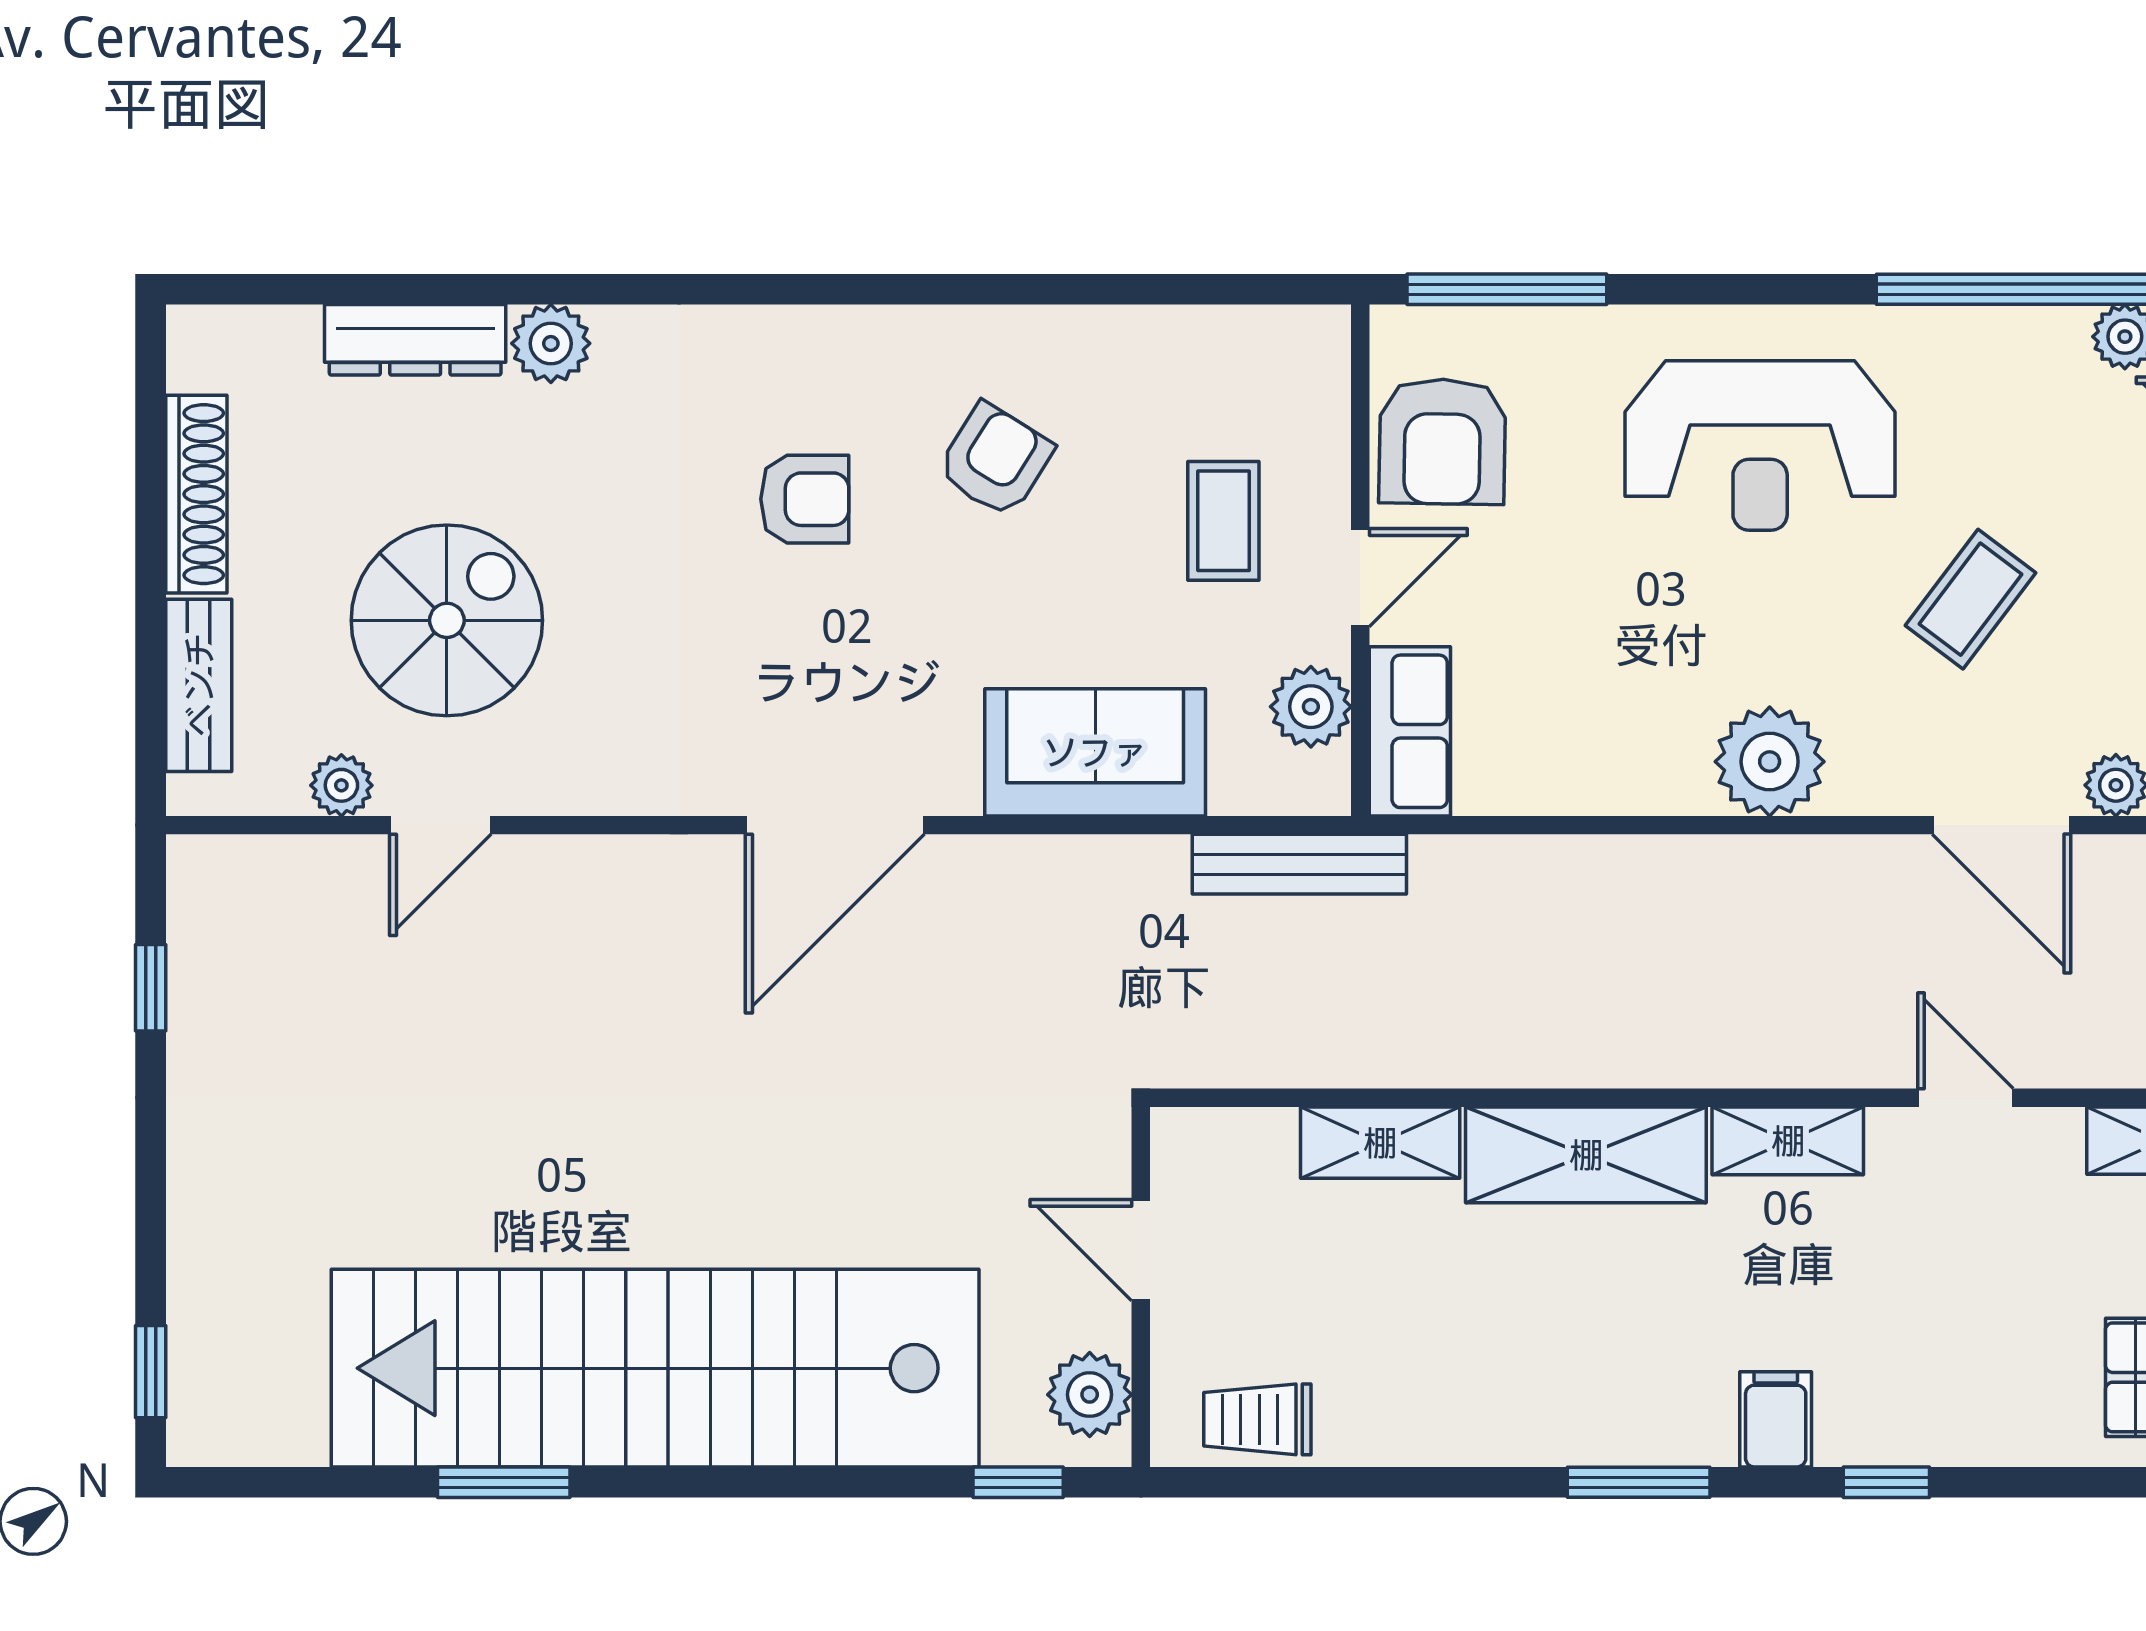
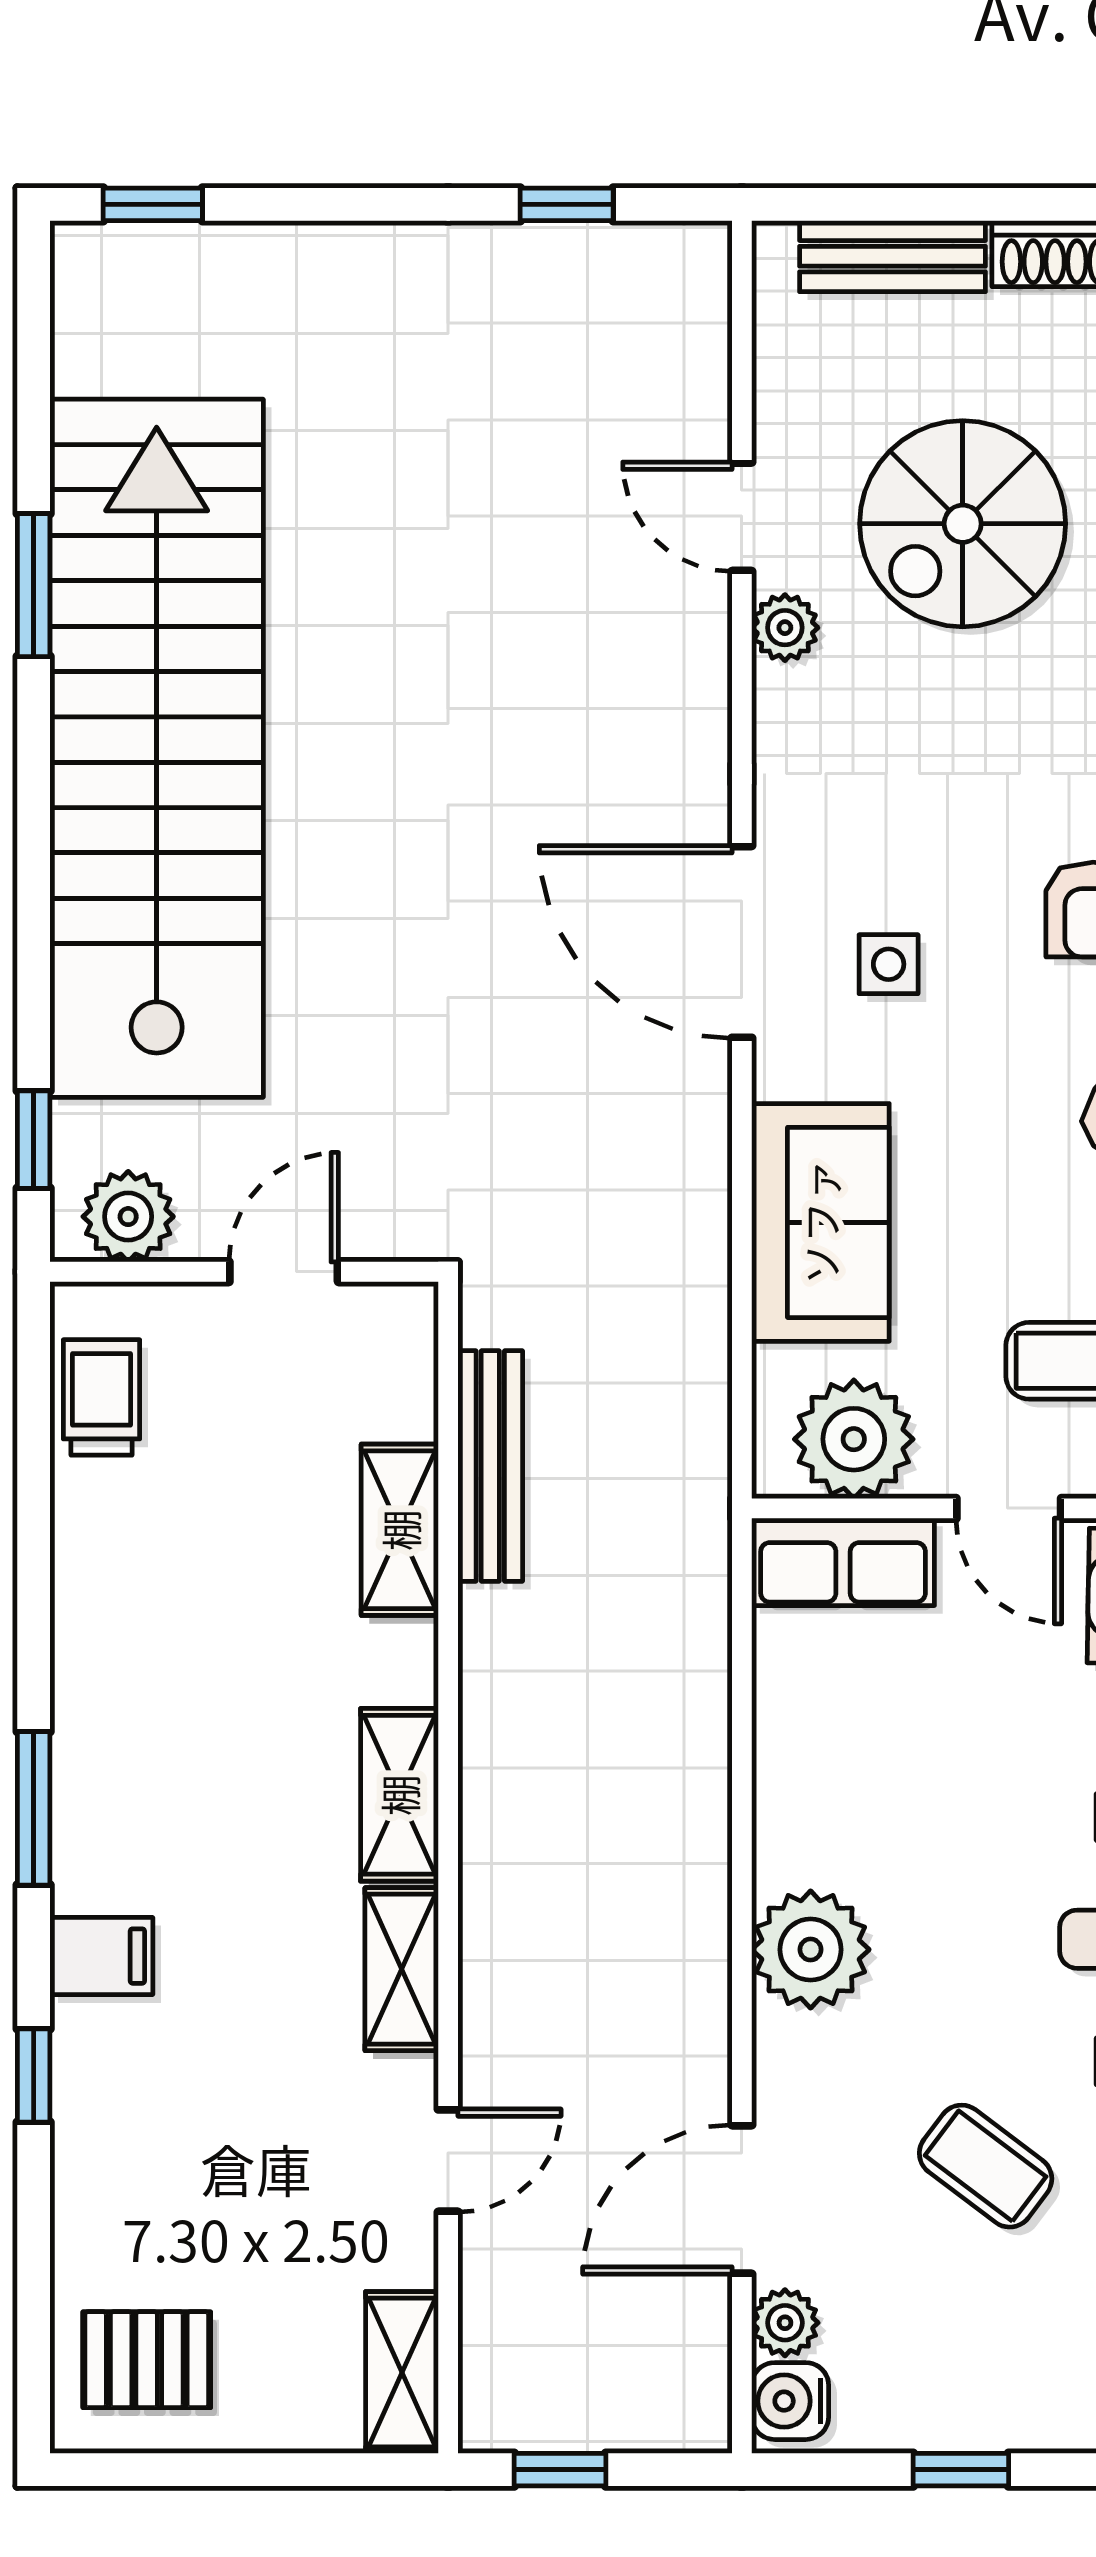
spiral stairs: (447, 620) -> (963, 524), turned 90
side table: (856, 689) -> (889, 964), added
plant: (1311, 707) -> (854, 1439), width x1.36, depth x1.36
plant: (341, 785) -> (785, 628), moved
bench: (1299, 864) -> (490, 1466), moved
shelving: (1586, 1155) -> (399, 1795), width x0.67, depth x0.75

